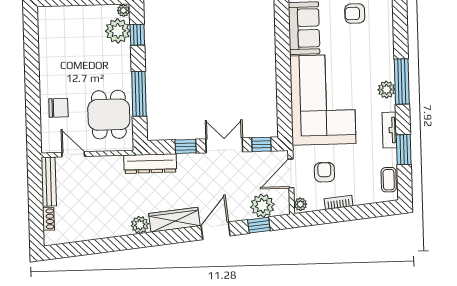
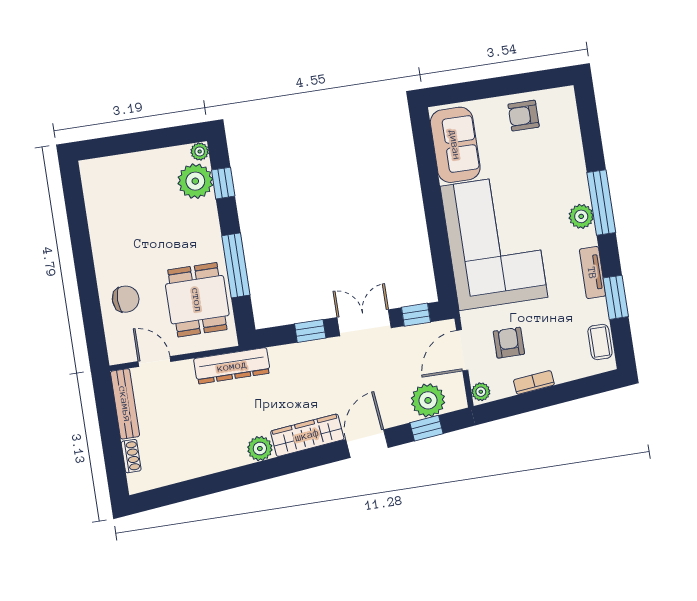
dresser: (150, 164) -> (232, 366), moved

